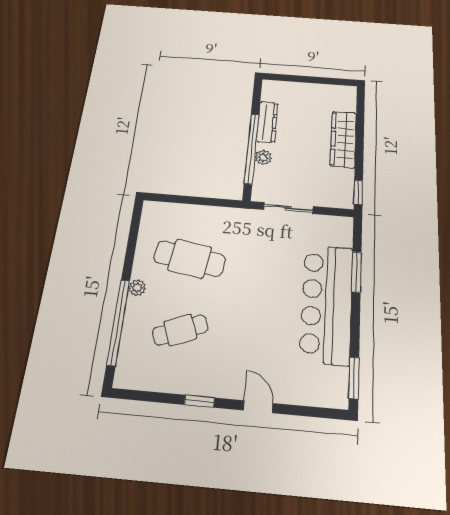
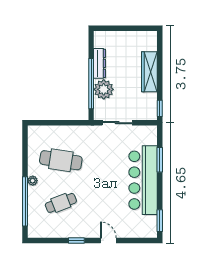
plant: (263, 158) -> (104, 89), width x1.87, depth x1.87

